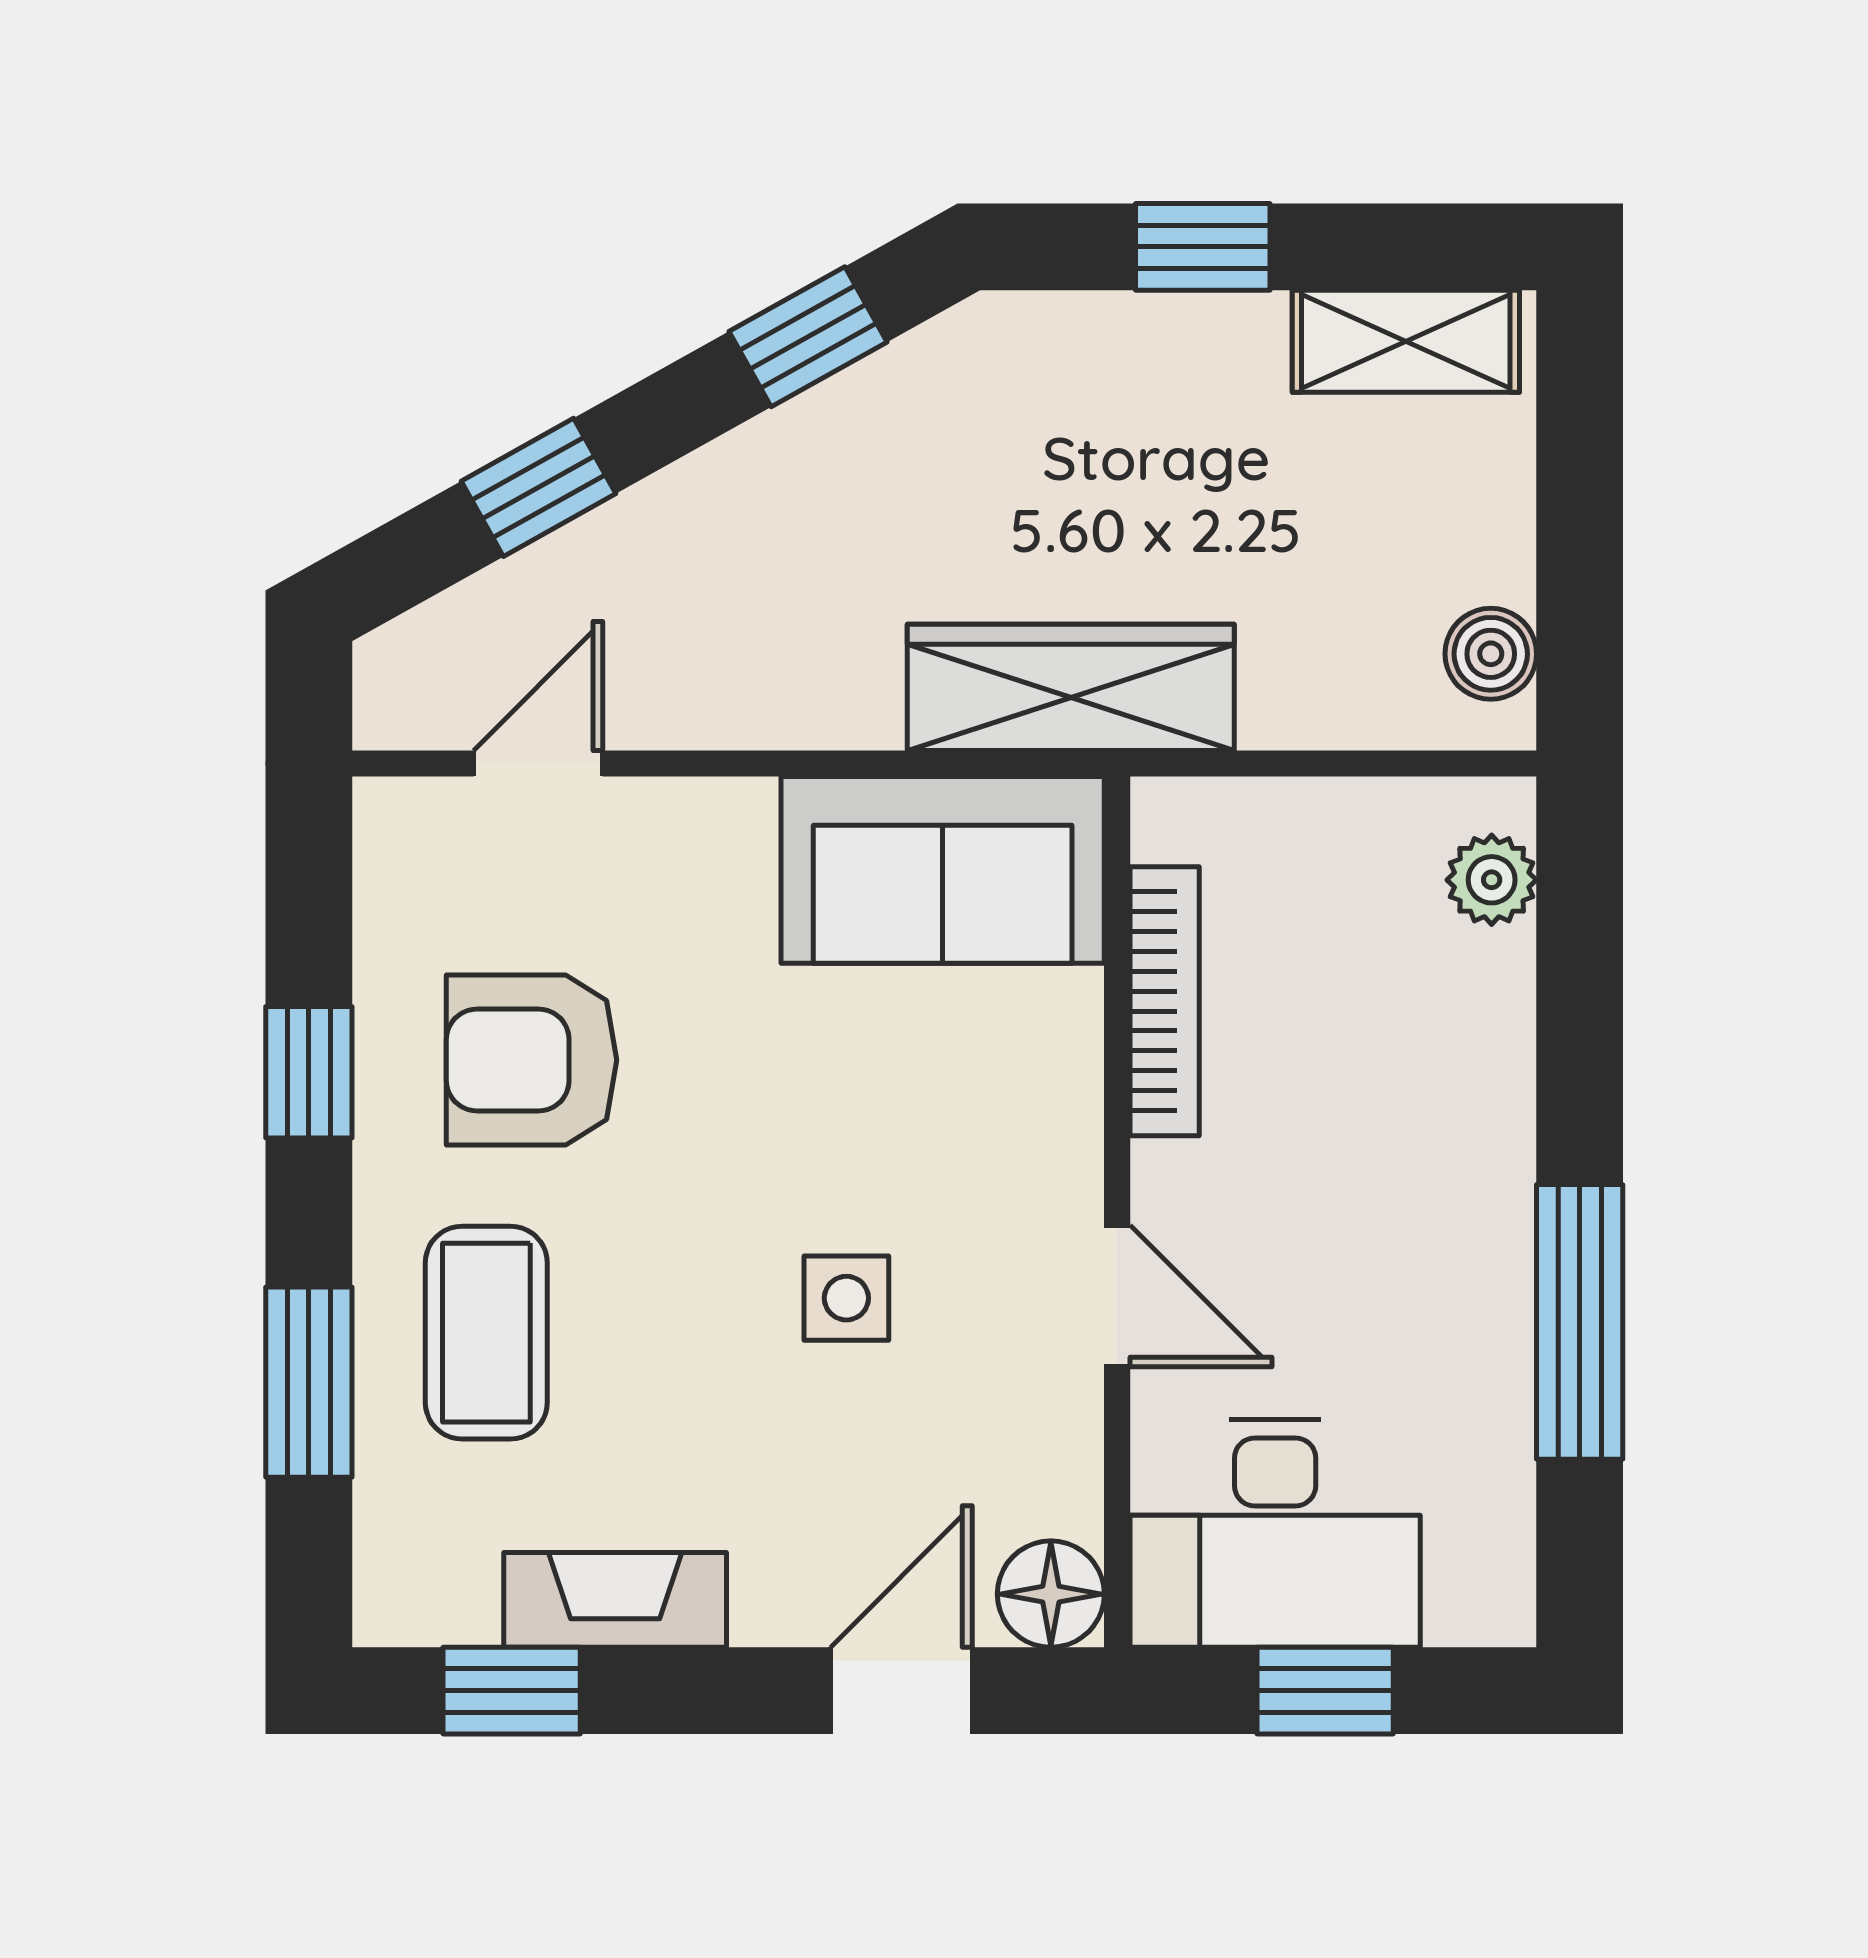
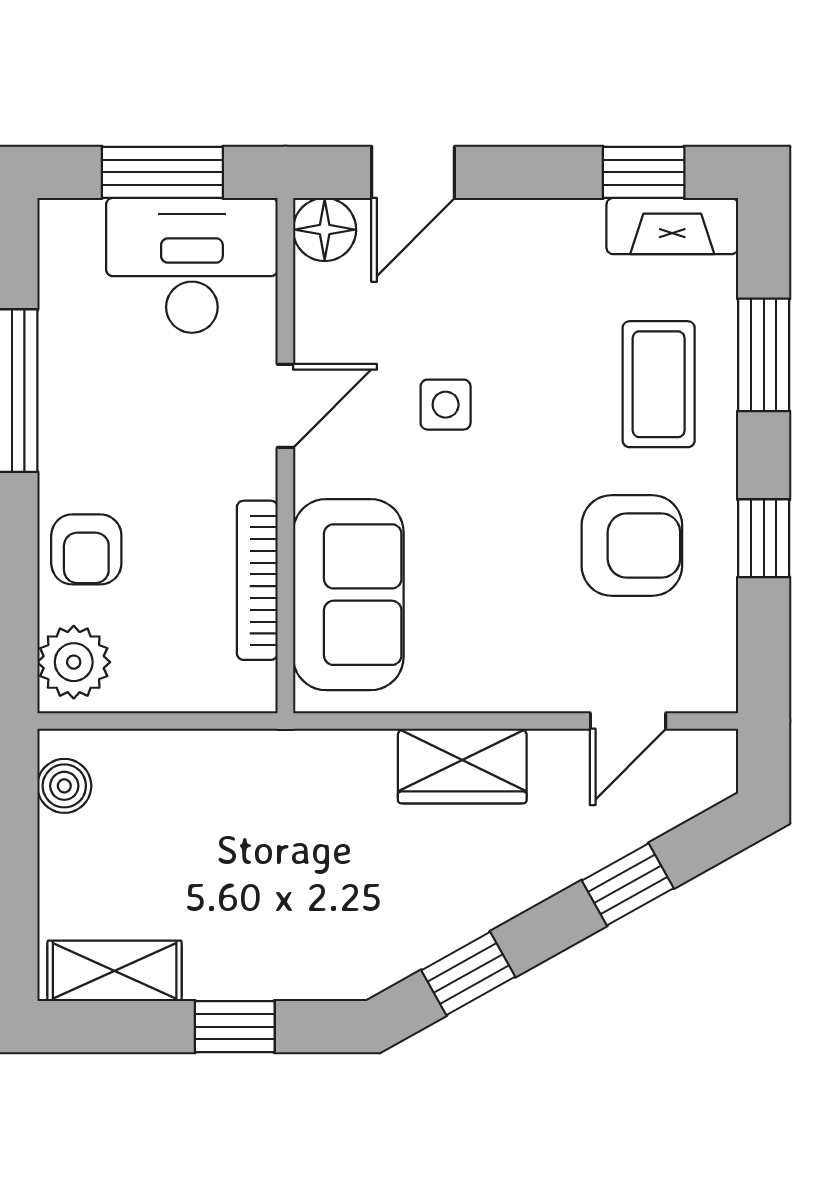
wardrobe: (1071, 687) -> (462, 766), moved, width x0.67
sofa: (943, 870) -> (348, 595), moved, turned 90
plant: (1492, 880) -> (74, 662), width x1.38, depth x1.38
armchair: (1454, 1053) -> (86, 549), added
door: (1117, 1296) -> (285, 406), swing flipped
fireplace: (615, 1600) -> (672, 226), moved
window: (1325, 1691) -> (162, 172), width x1.50

